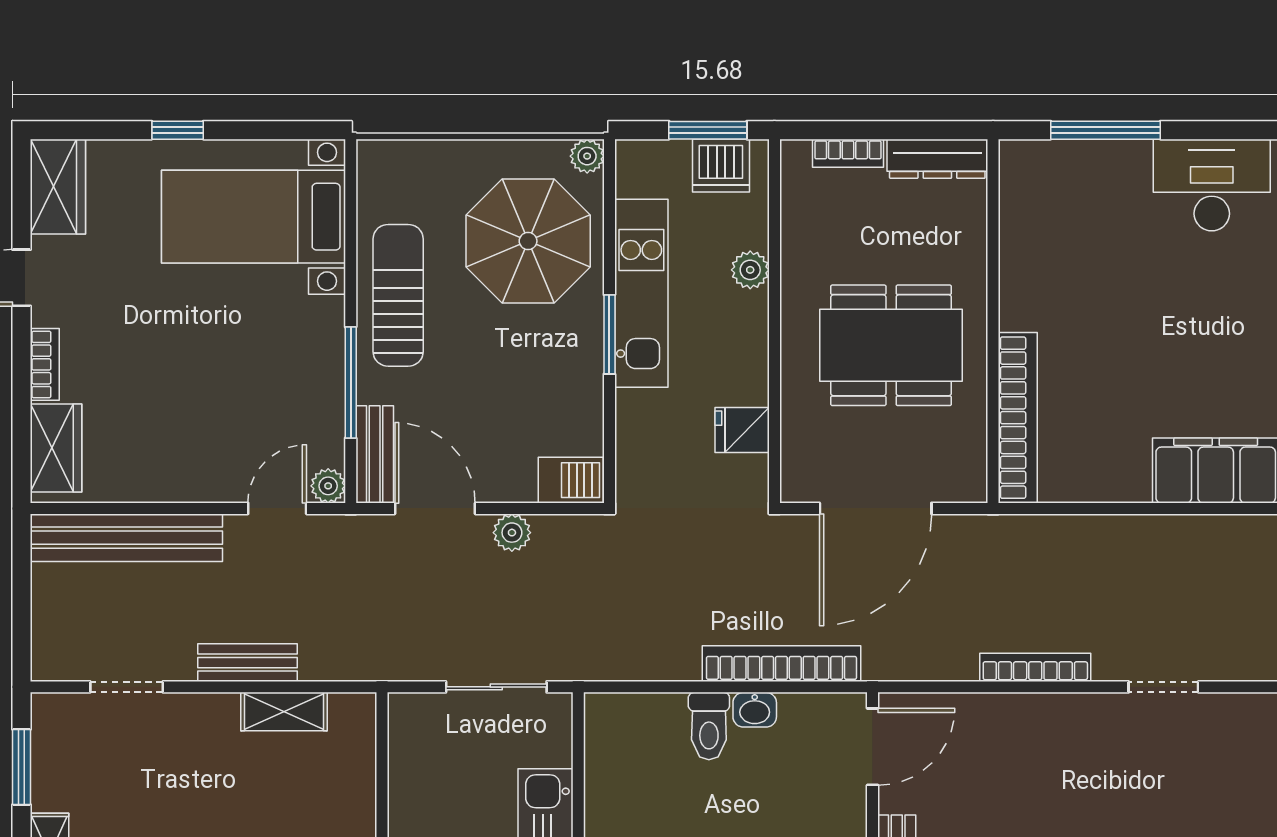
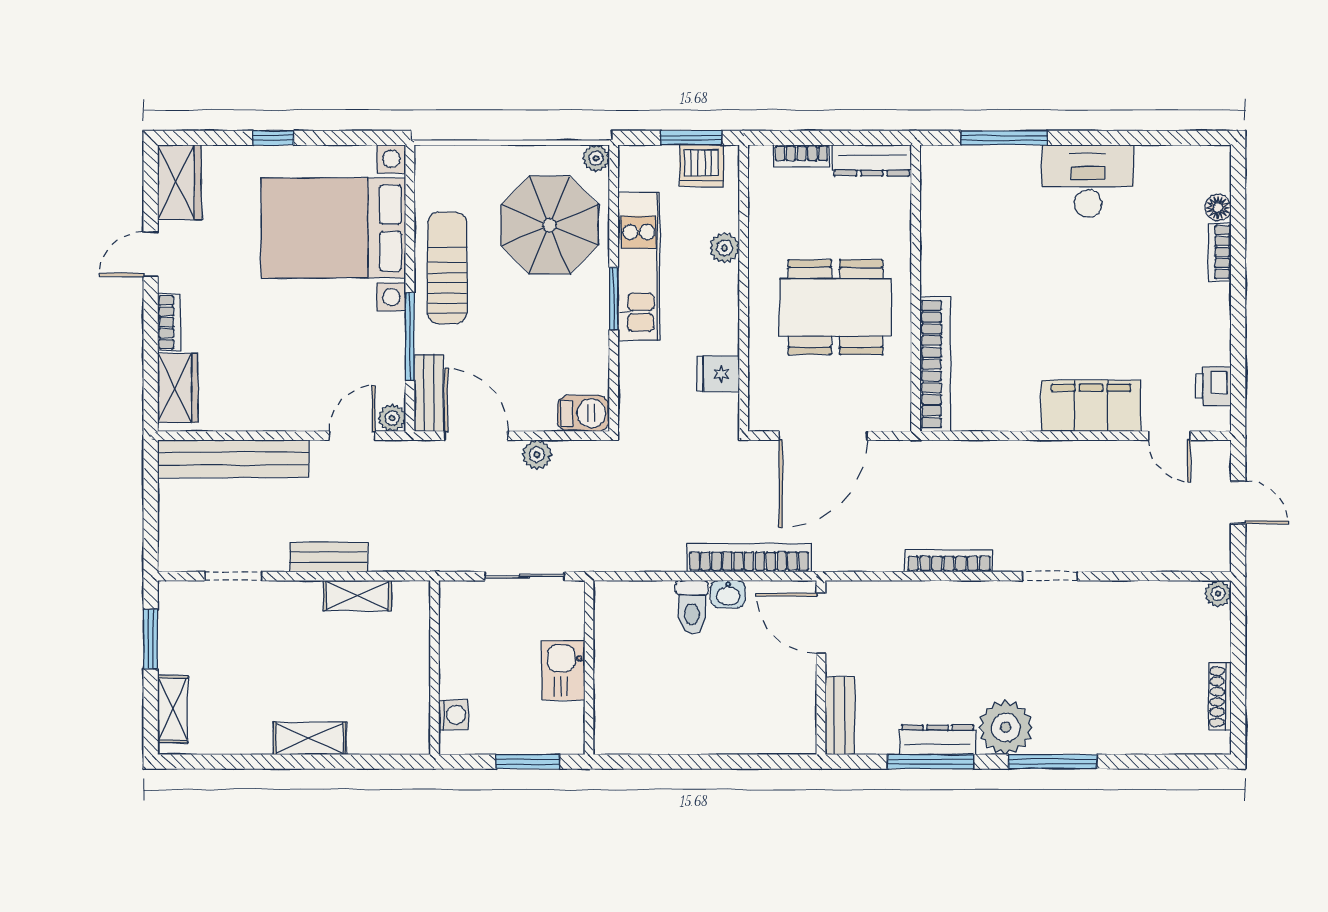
bed with nightstands: (254, 217) -> (333, 228), width x1.36
door: (873, 747) -> (821, 623), swing flipped

